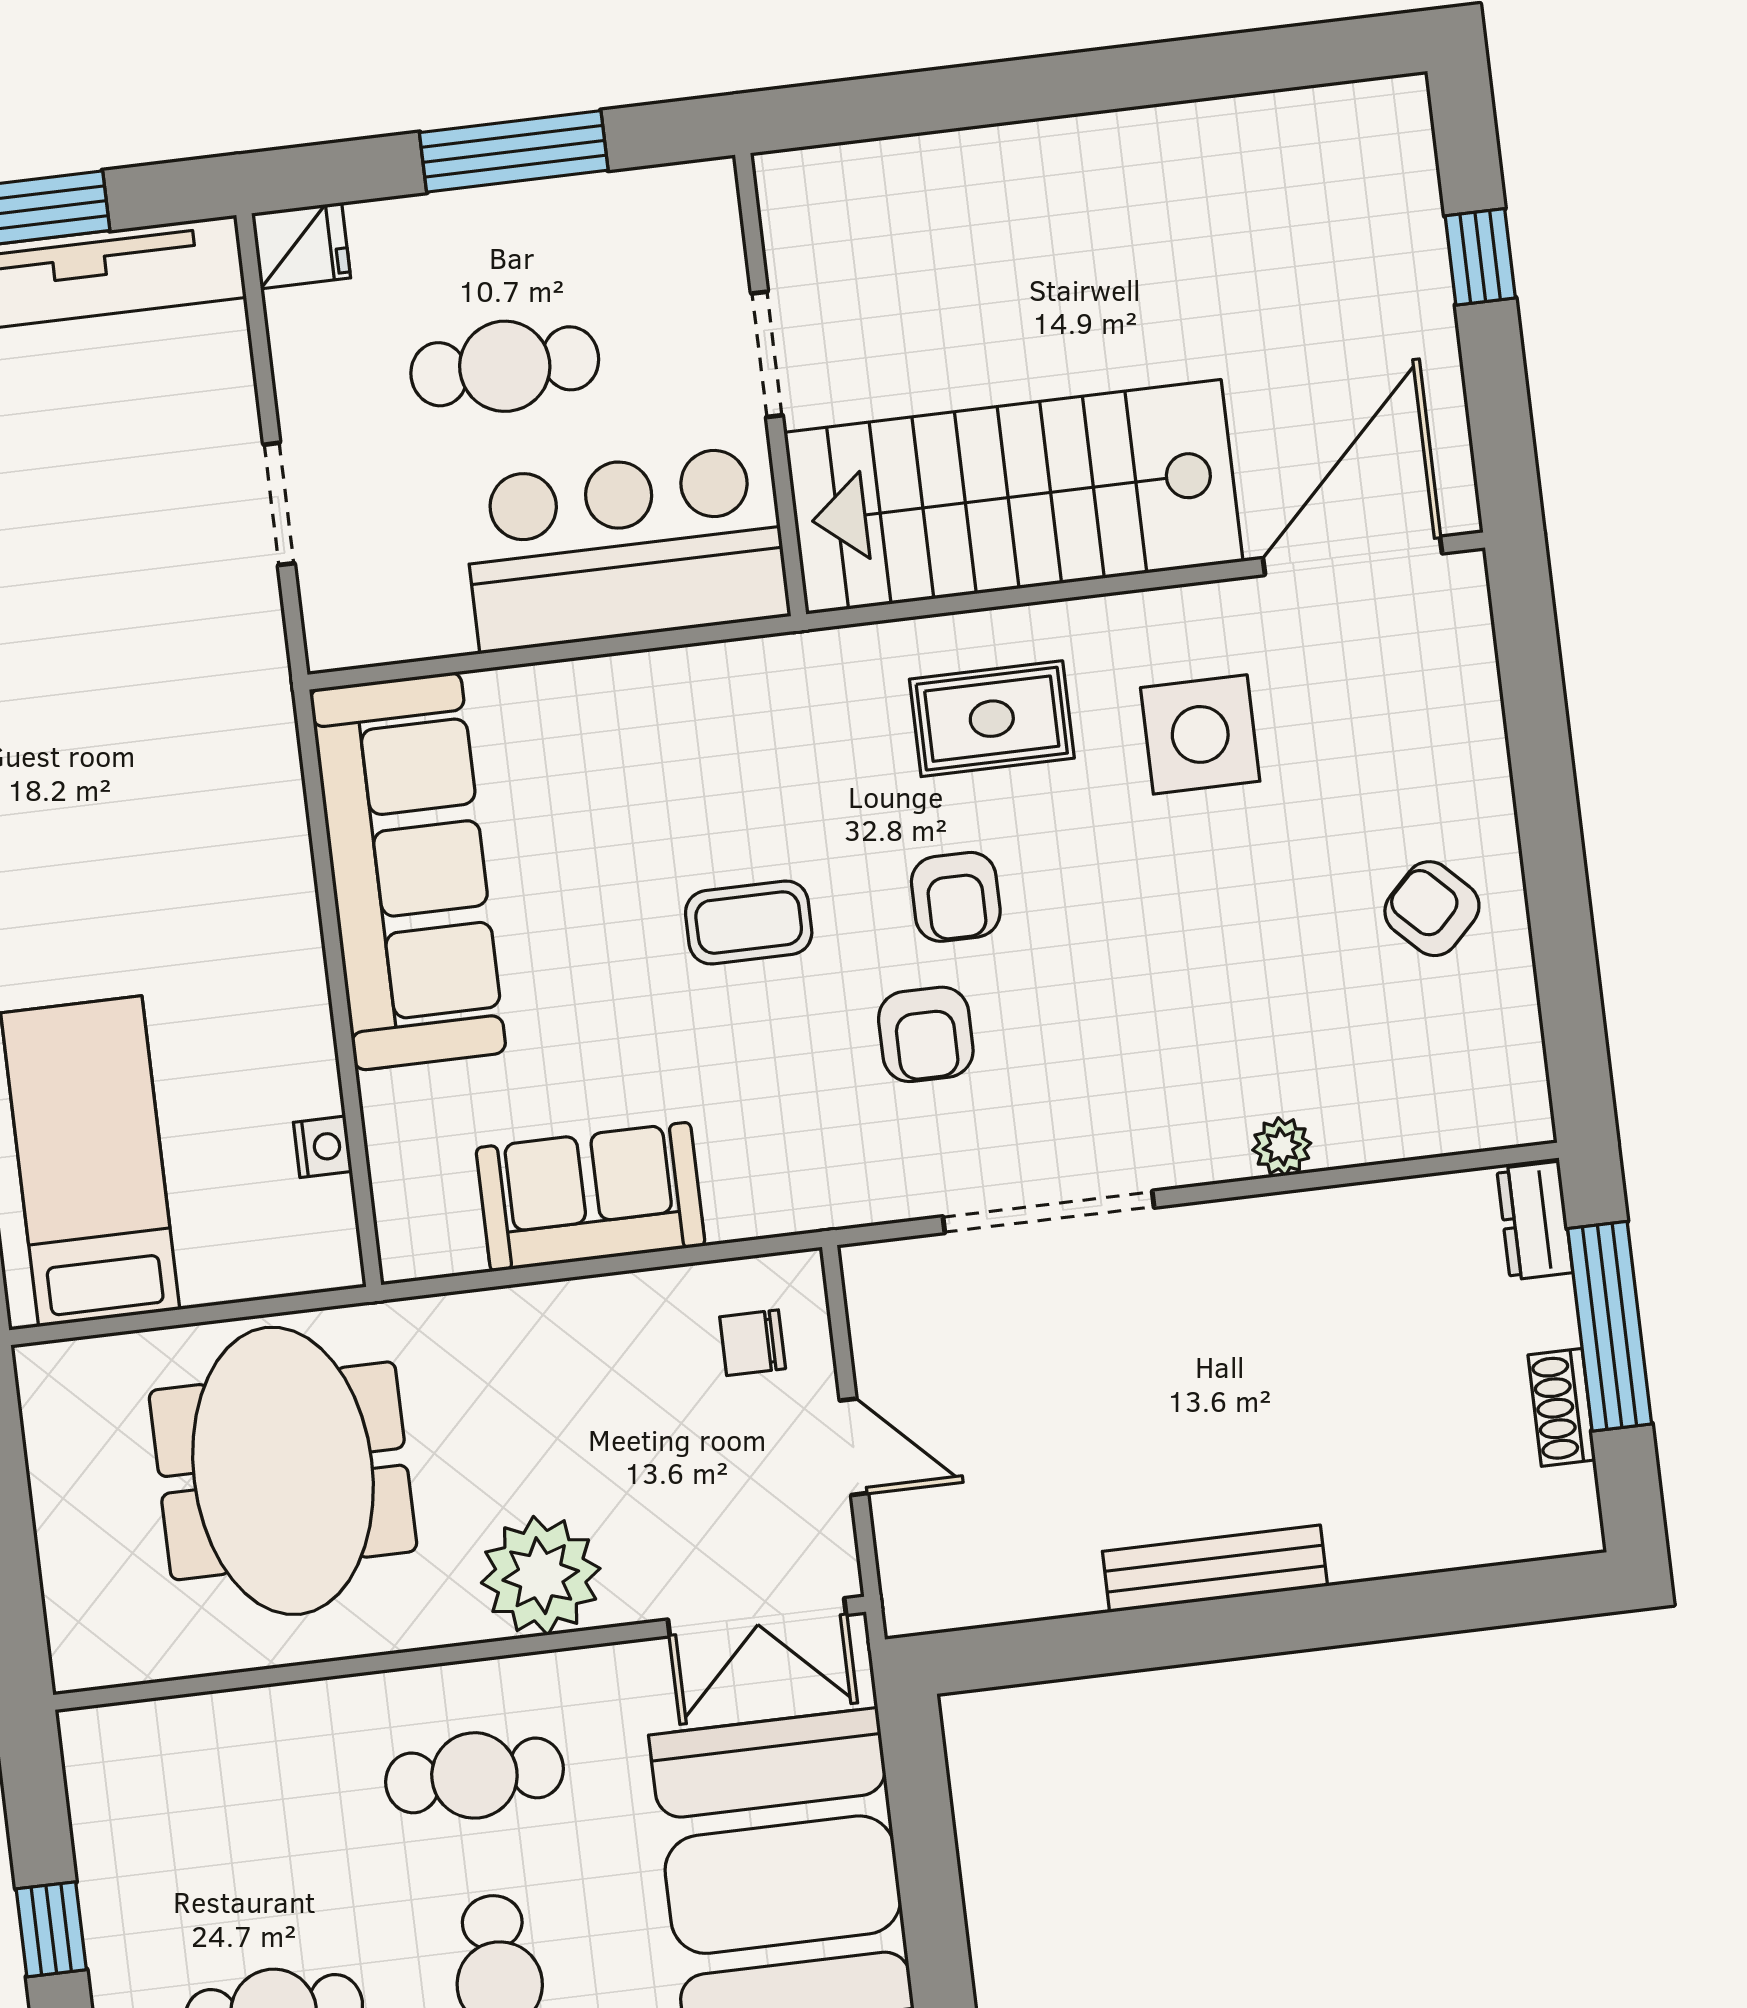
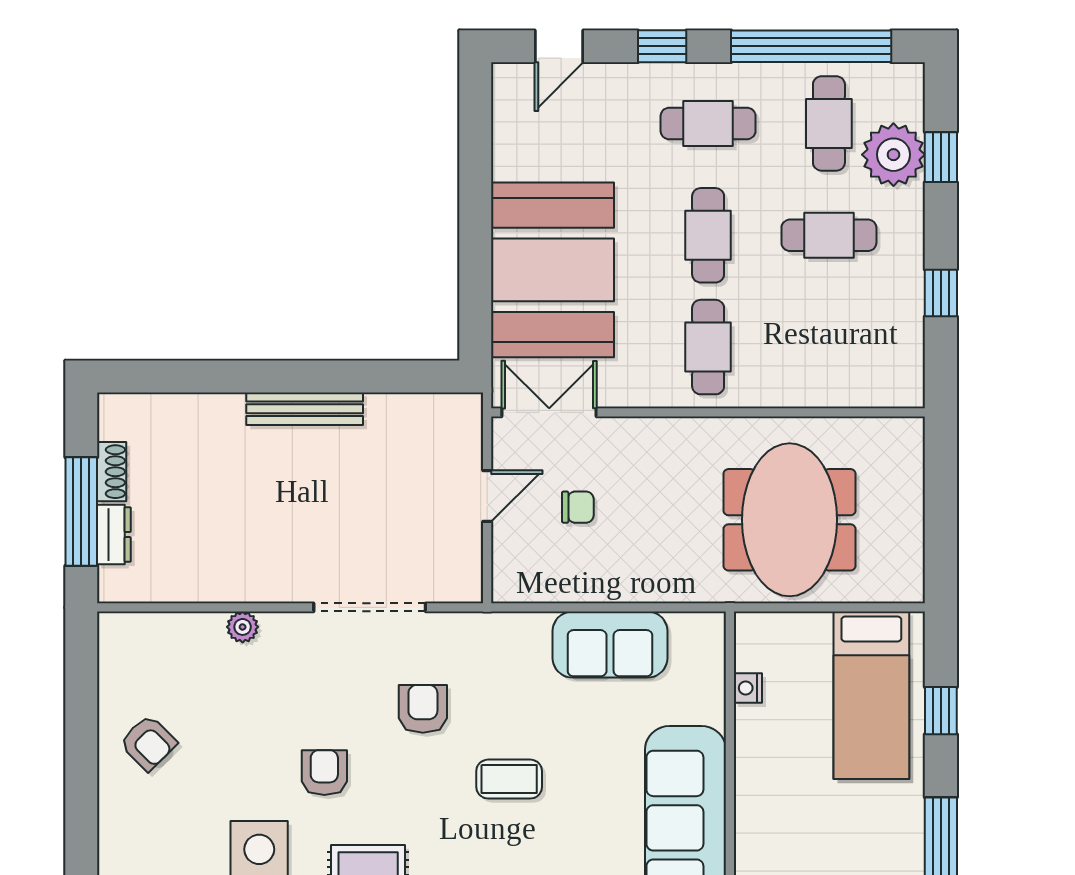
armchair: (956, 897) -> (324, 773), moved
dresser: (1535, 1221) -> (114, 535), moved
chair: (753, 1343) -> (578, 507), moved
door: (854, 1447) -> (487, 496), swing flipped
plant: (541, 1576) -> (660, 448), removed
cafe table: (474, 1775) -> (708, 347), turned 90

